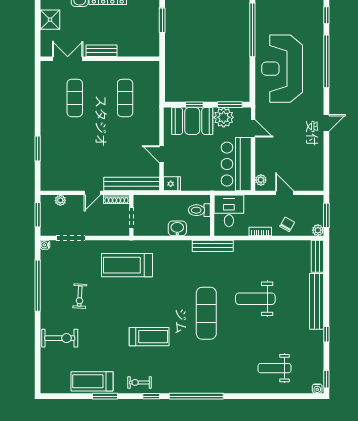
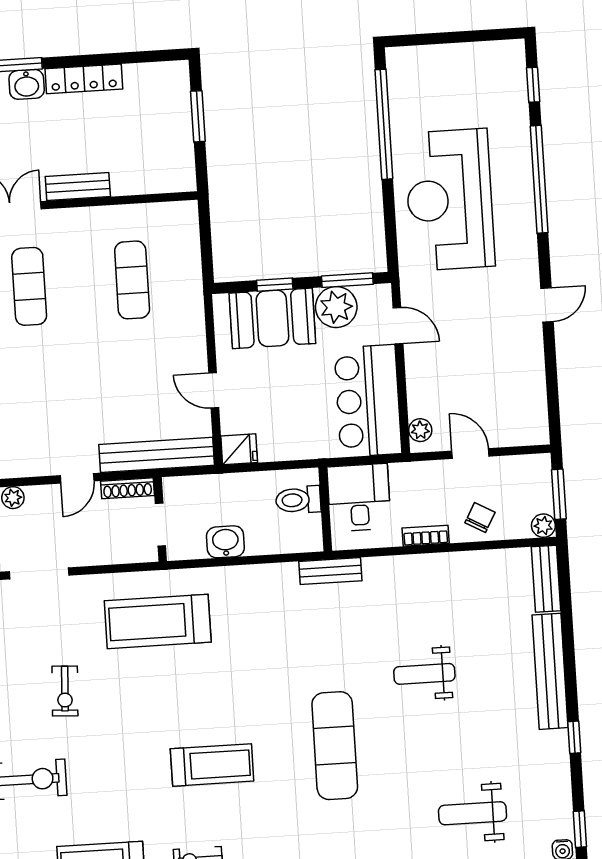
washbasin: (177, 228) -> (225, 542), moved
bench: (213, 246) -> (330, 571), width x0.73
weight bench: (255, 299) -> (424, 674), width x0.73, depth x0.75
exercise mat: (206, 313) -> (335, 746), moved

